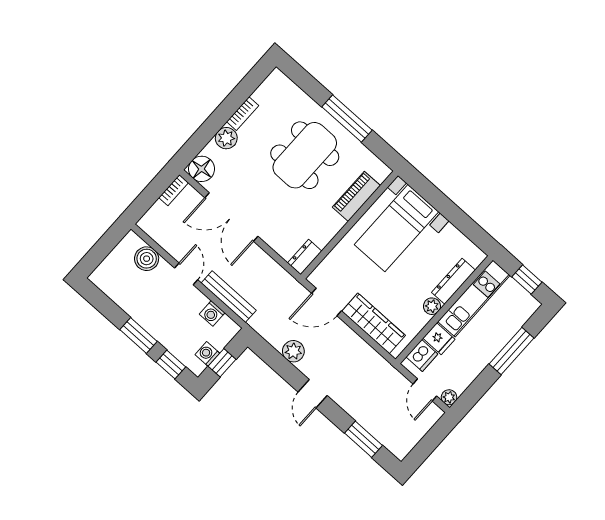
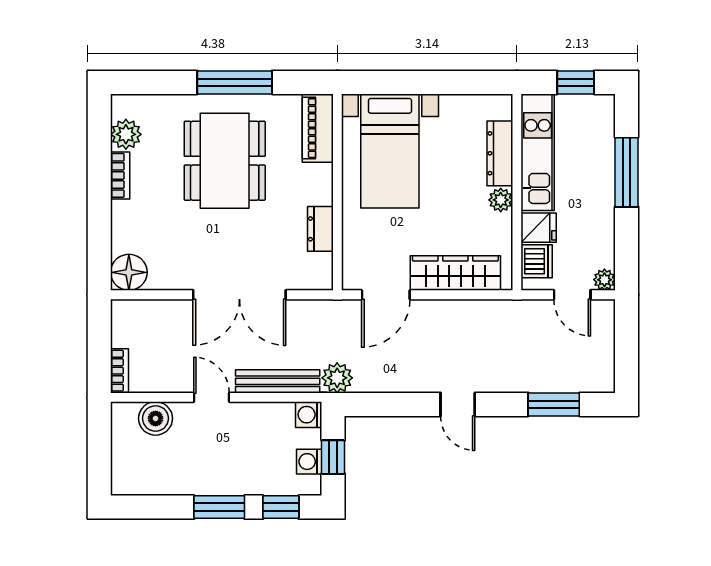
plant: (226, 138) -> (126, 134), moved
bookcase: (174, 190) -> (120, 371), moved
piano: (356, 196) -> (318, 128), moved
double door: (231, 217) -> (239, 295), moved
dresser: (305, 257) -> (320, 229), moved
washing machine: (212, 313) -> (309, 415), moved, turned 90
plant: (293, 351) -> (337, 378), moved

